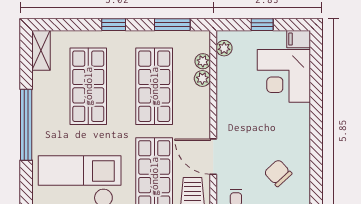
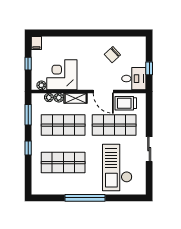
shelving: (41, 50) -> (76, 98), moved
corner desk: (284, 76) -> (62, 75), moved, turned 180
door: (213, 157) -> (103, 91), hinge flipped

